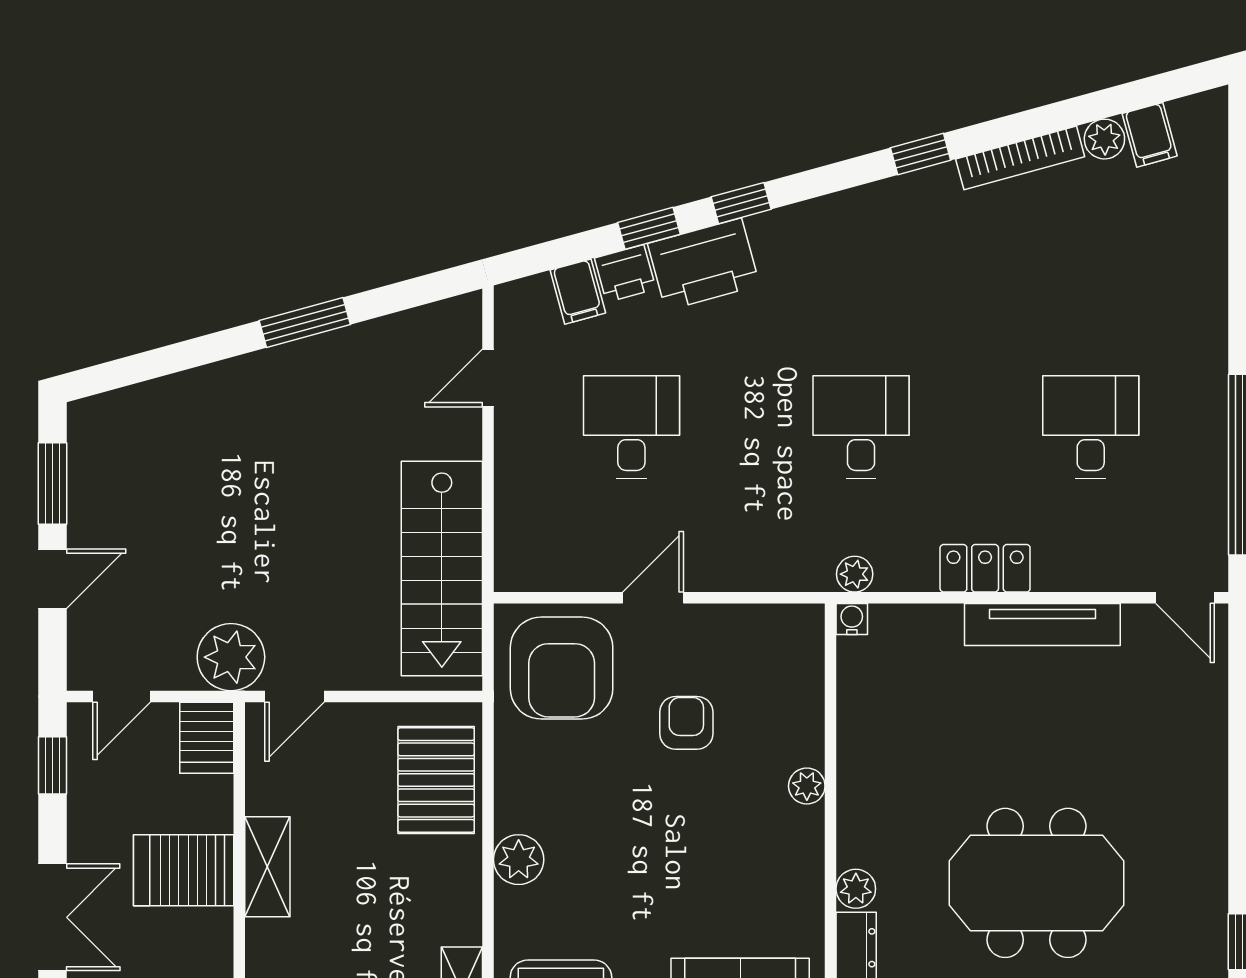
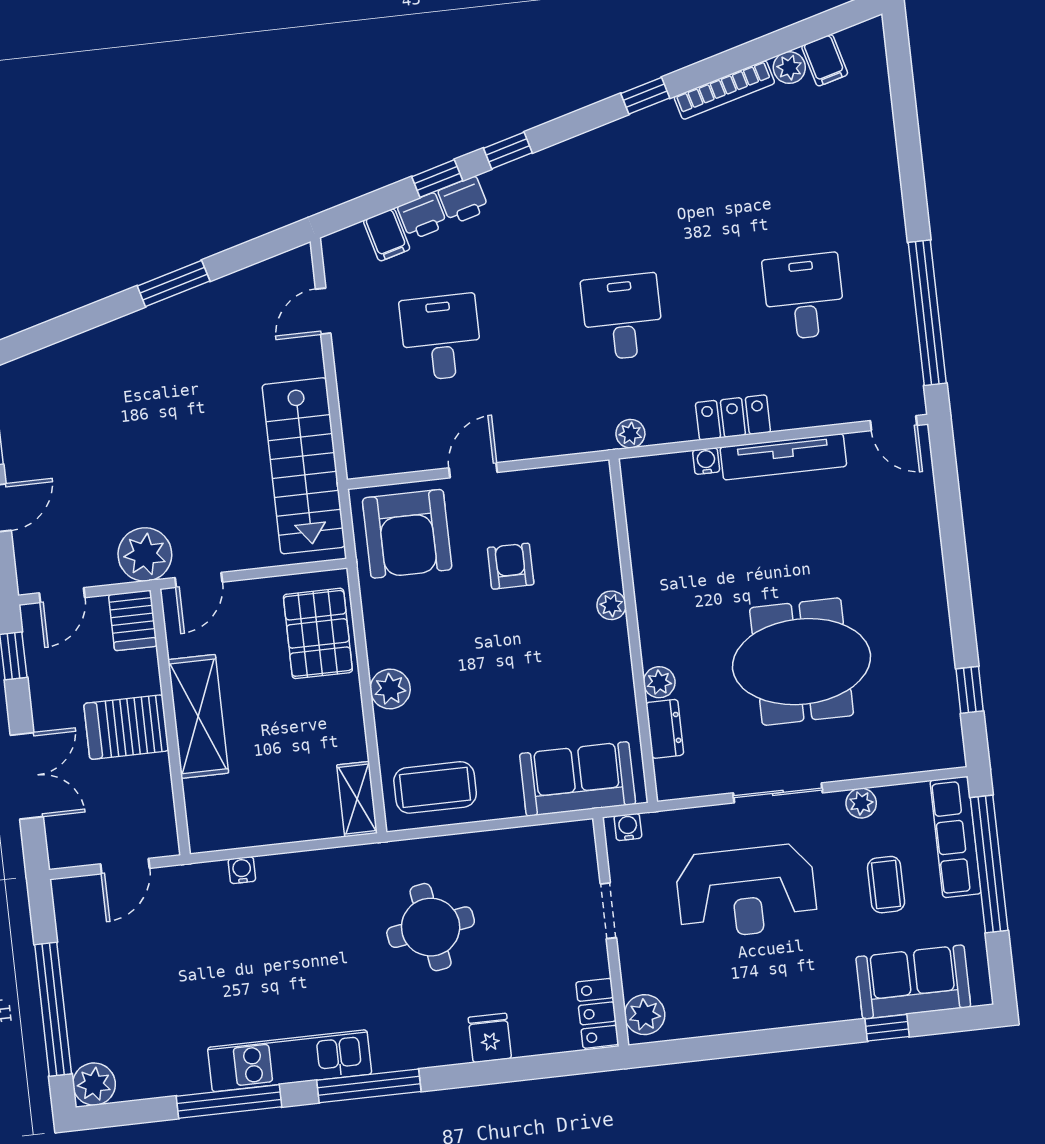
printer: (704, 264) -> (463, 200), width x0.53, depth x0.68
water cooler: (852, 619) -> (706, 461), moved
shelving: (267, 867) -> (198, 716), width x1.50, depth x1.33

